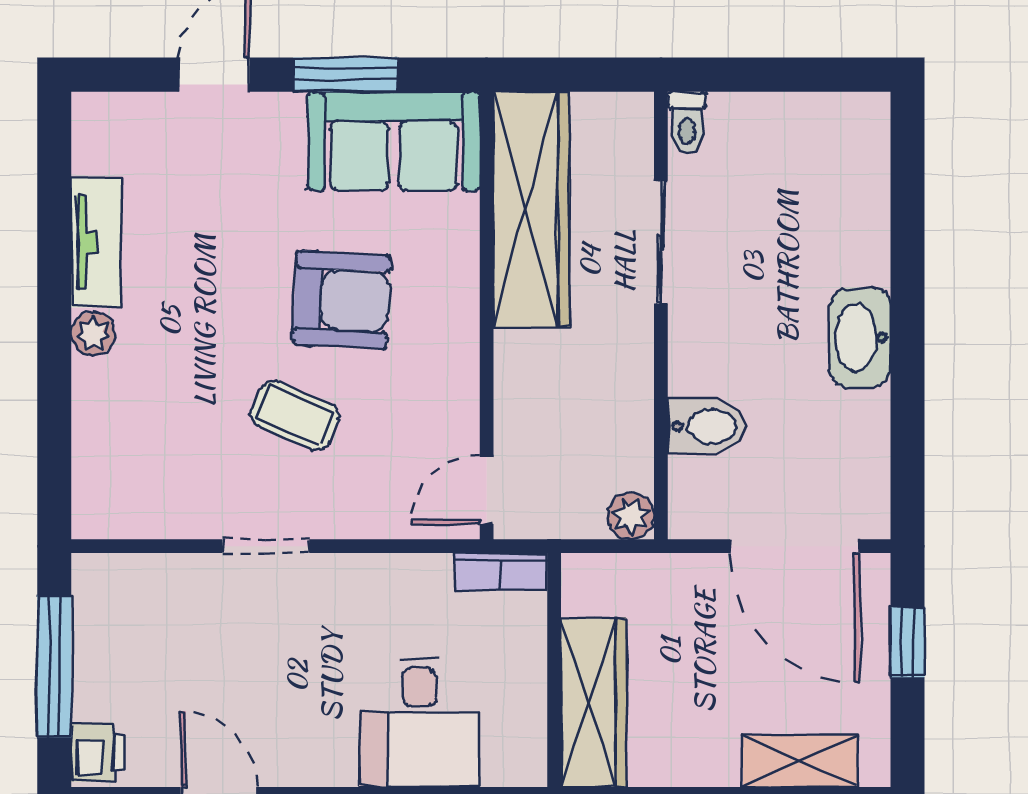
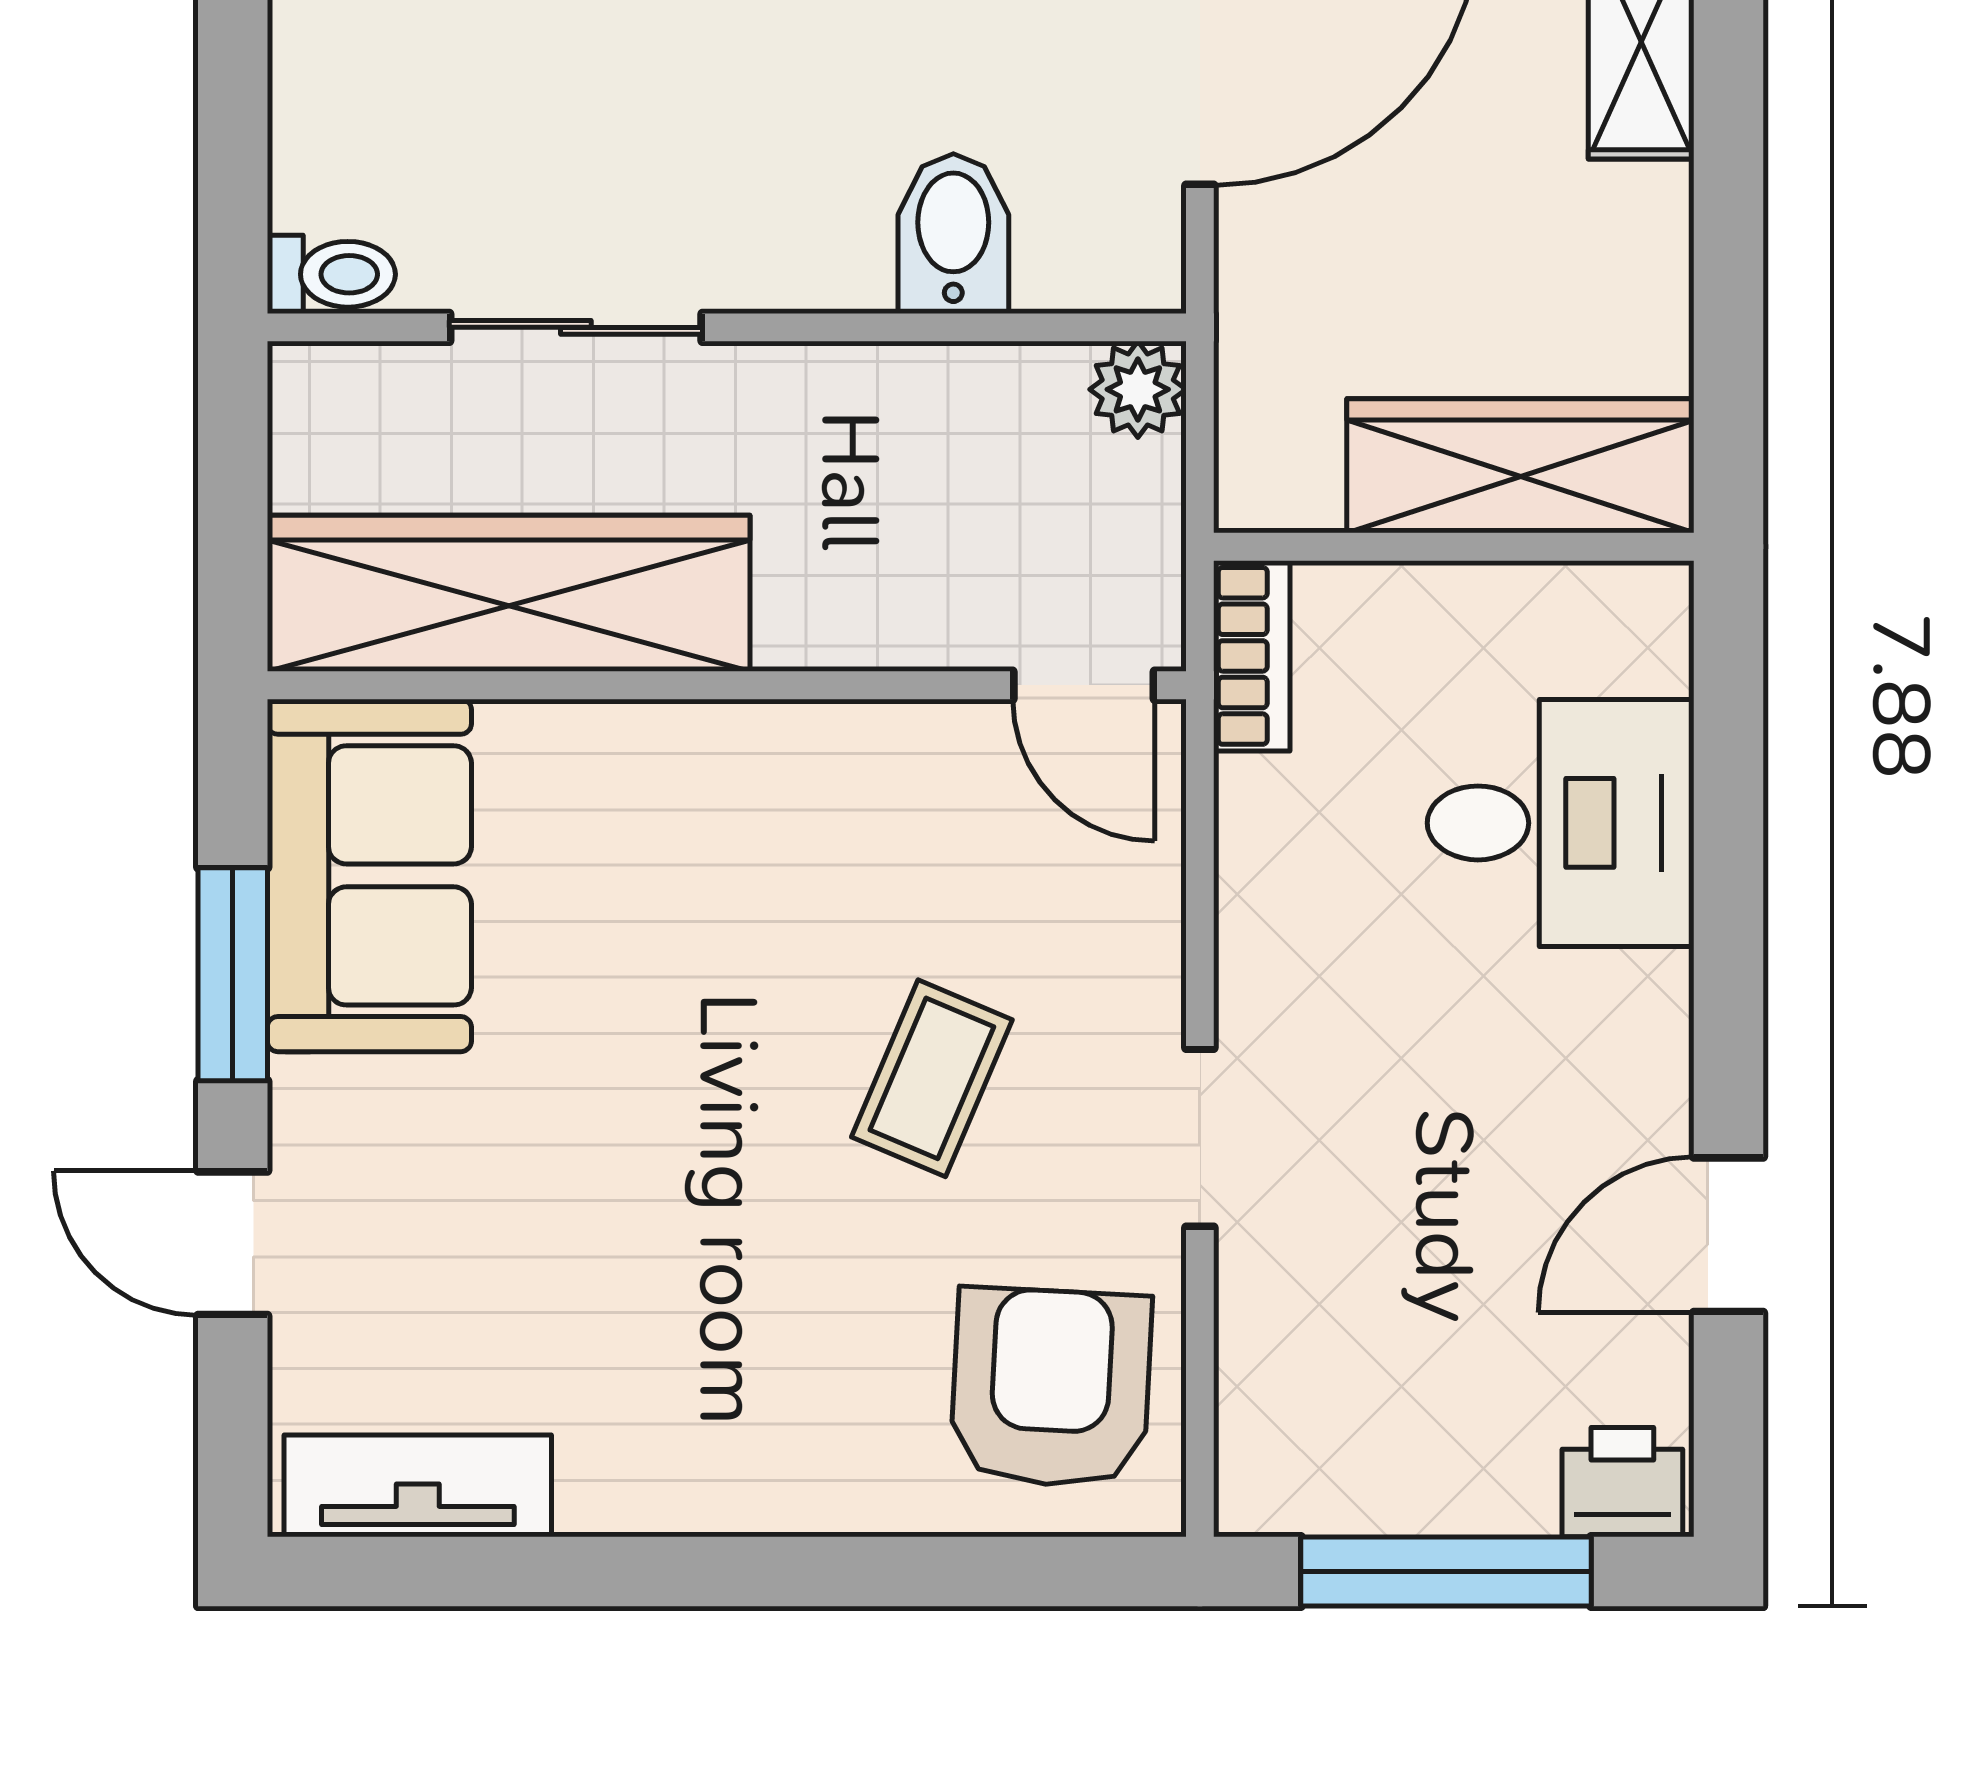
tv unit: (96, 242) -> (418, 1486), moved
armchair: (342, 300) -> (1051, 1388), moved
plant: (93, 334) -> (764, 1492), removed

